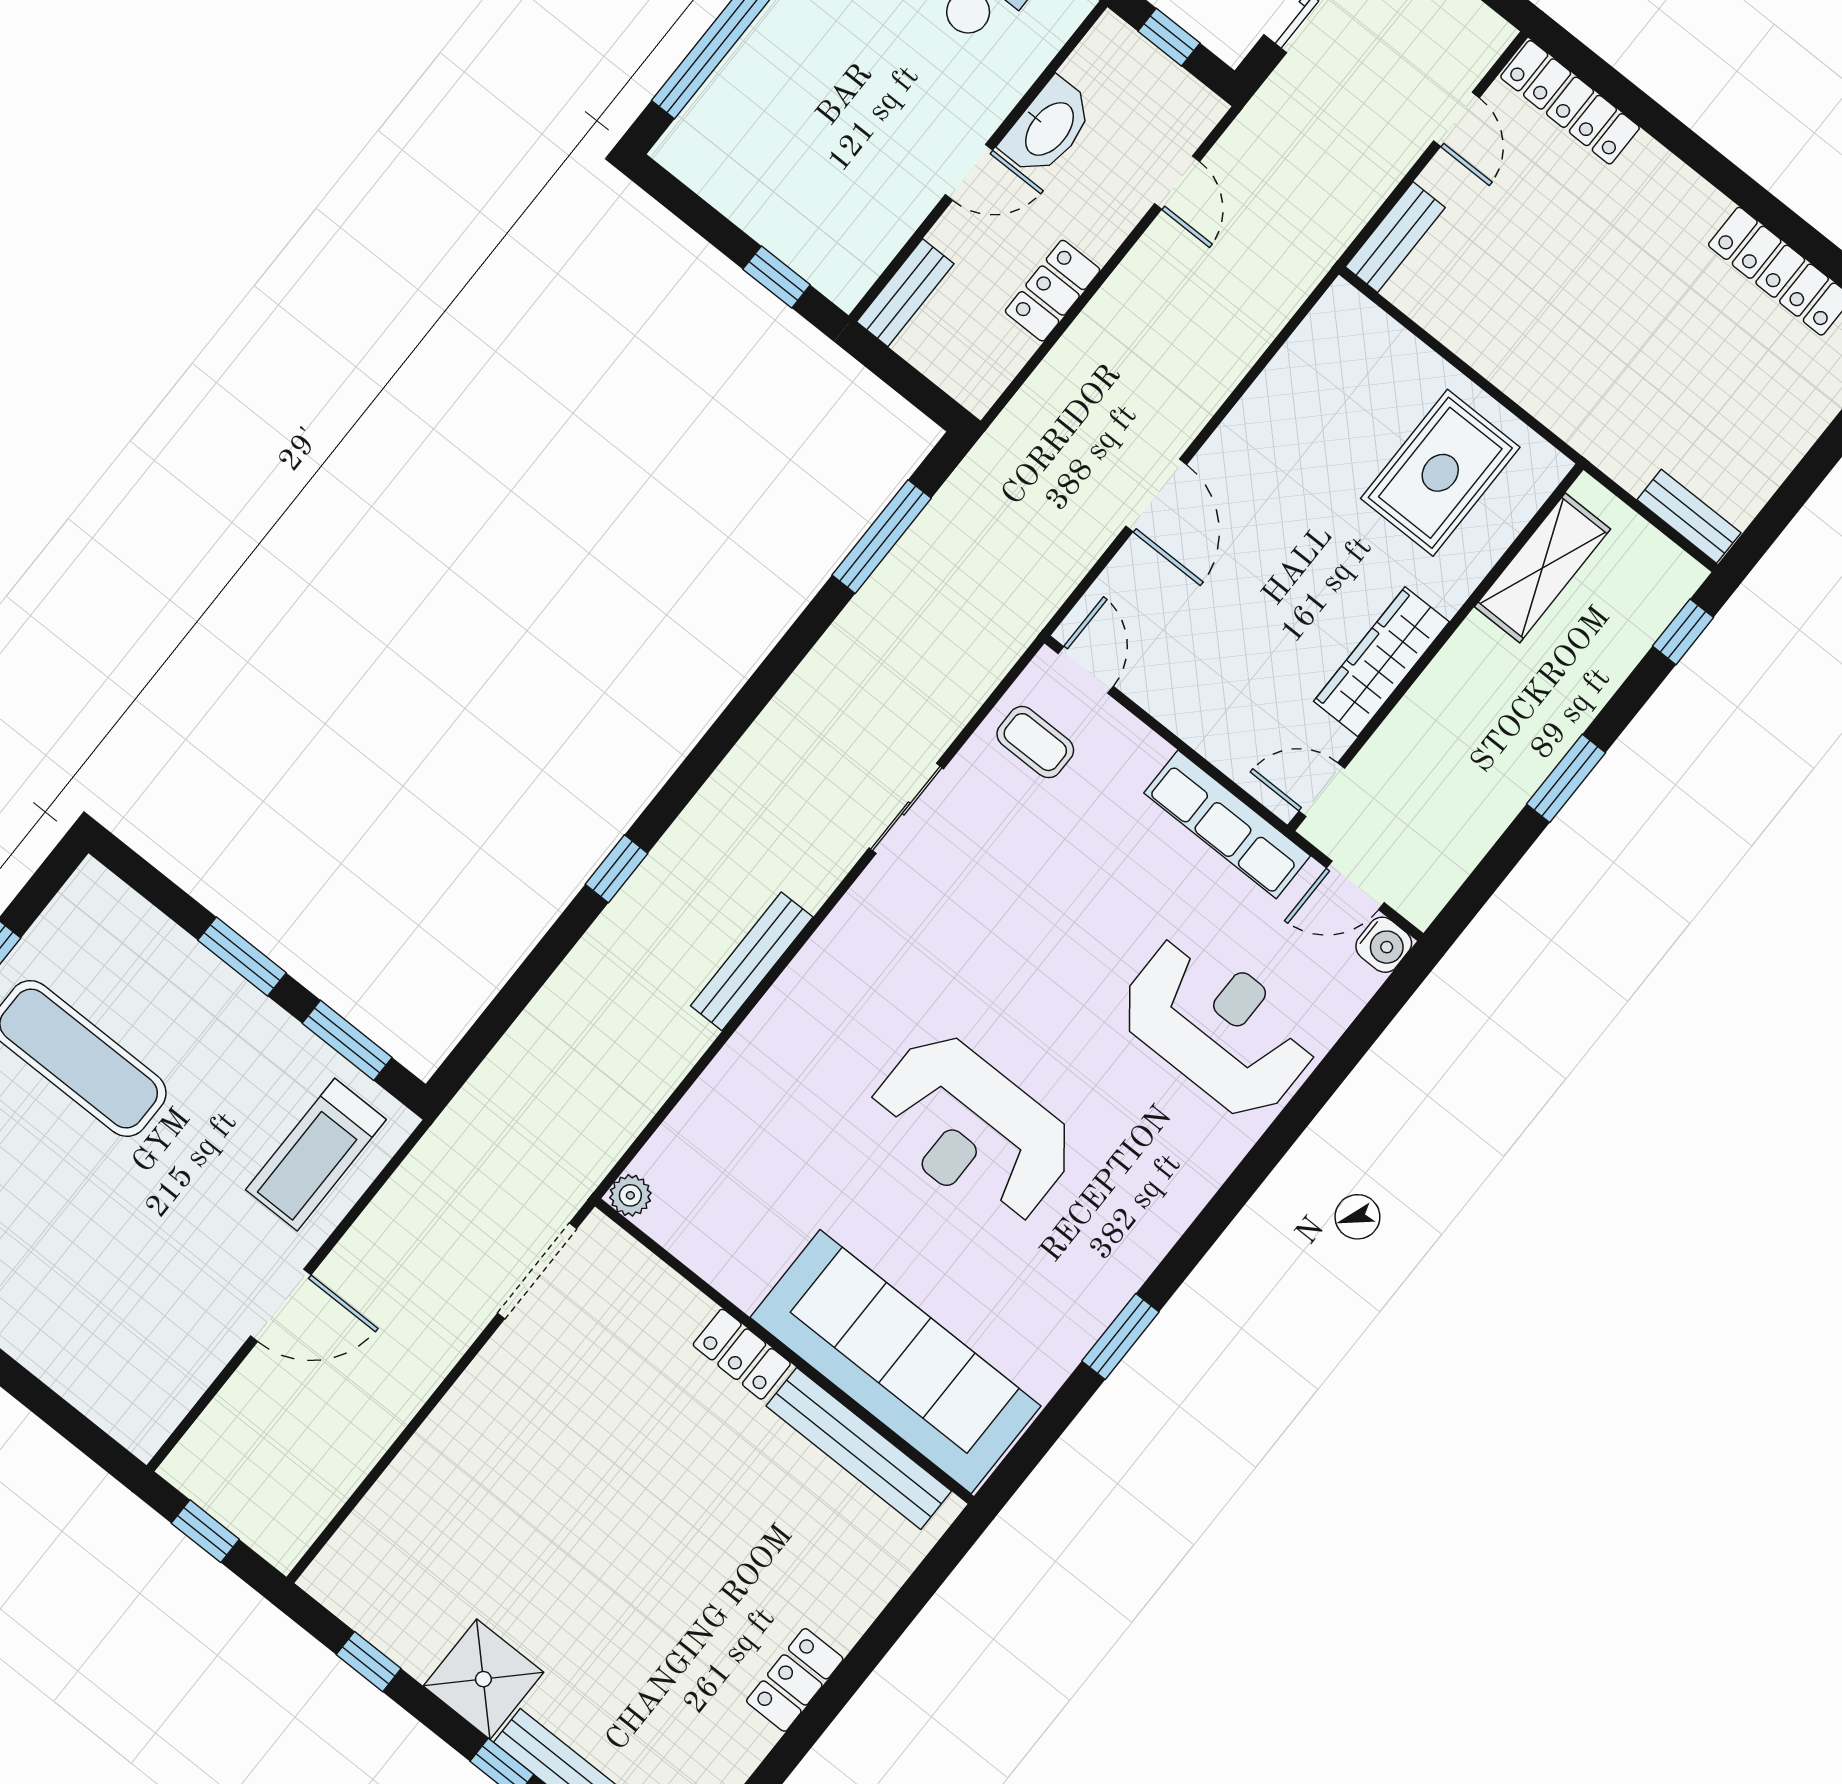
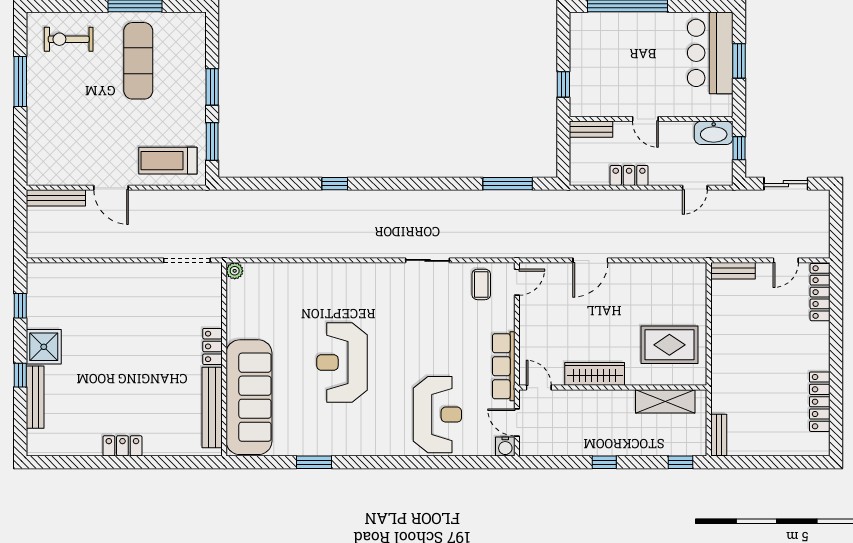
washbasin: (1048, 128) -> (714, 133), moved
window: (1566, 778) -> (604, 462), width x0.67
bench: (752, 961) -> (56, 198), moved
window: (205, 1531) -> (20, 221), removed

